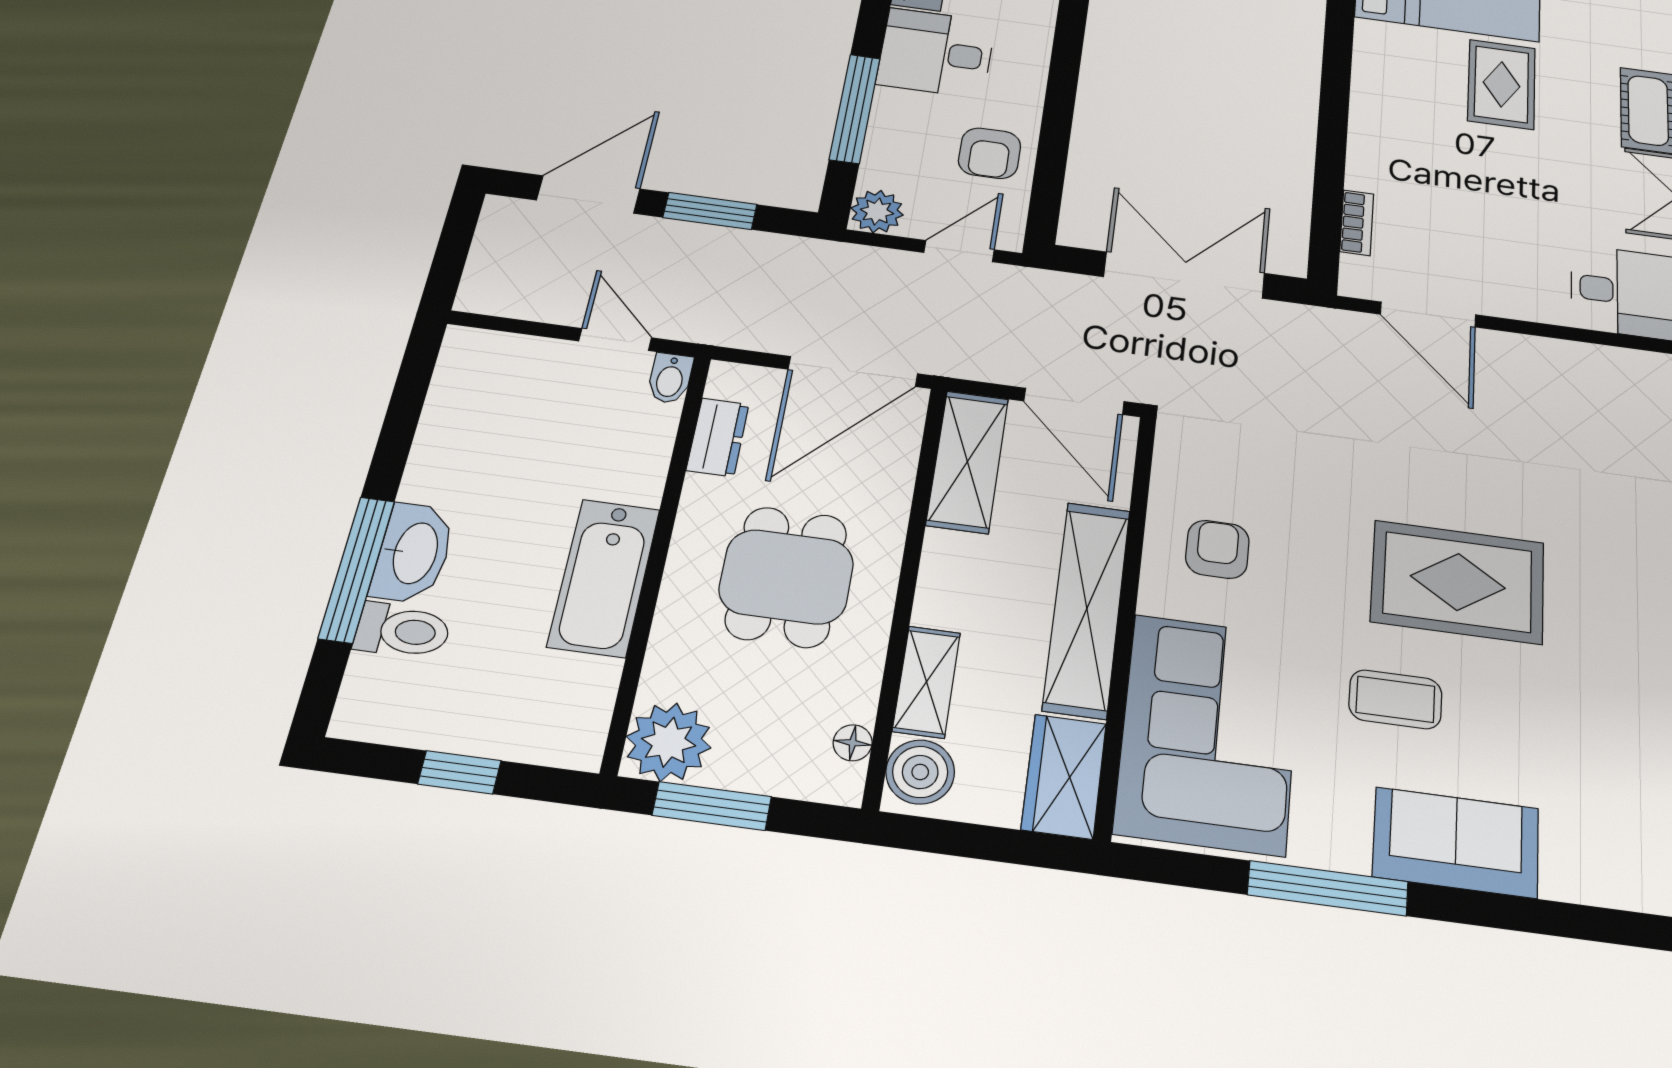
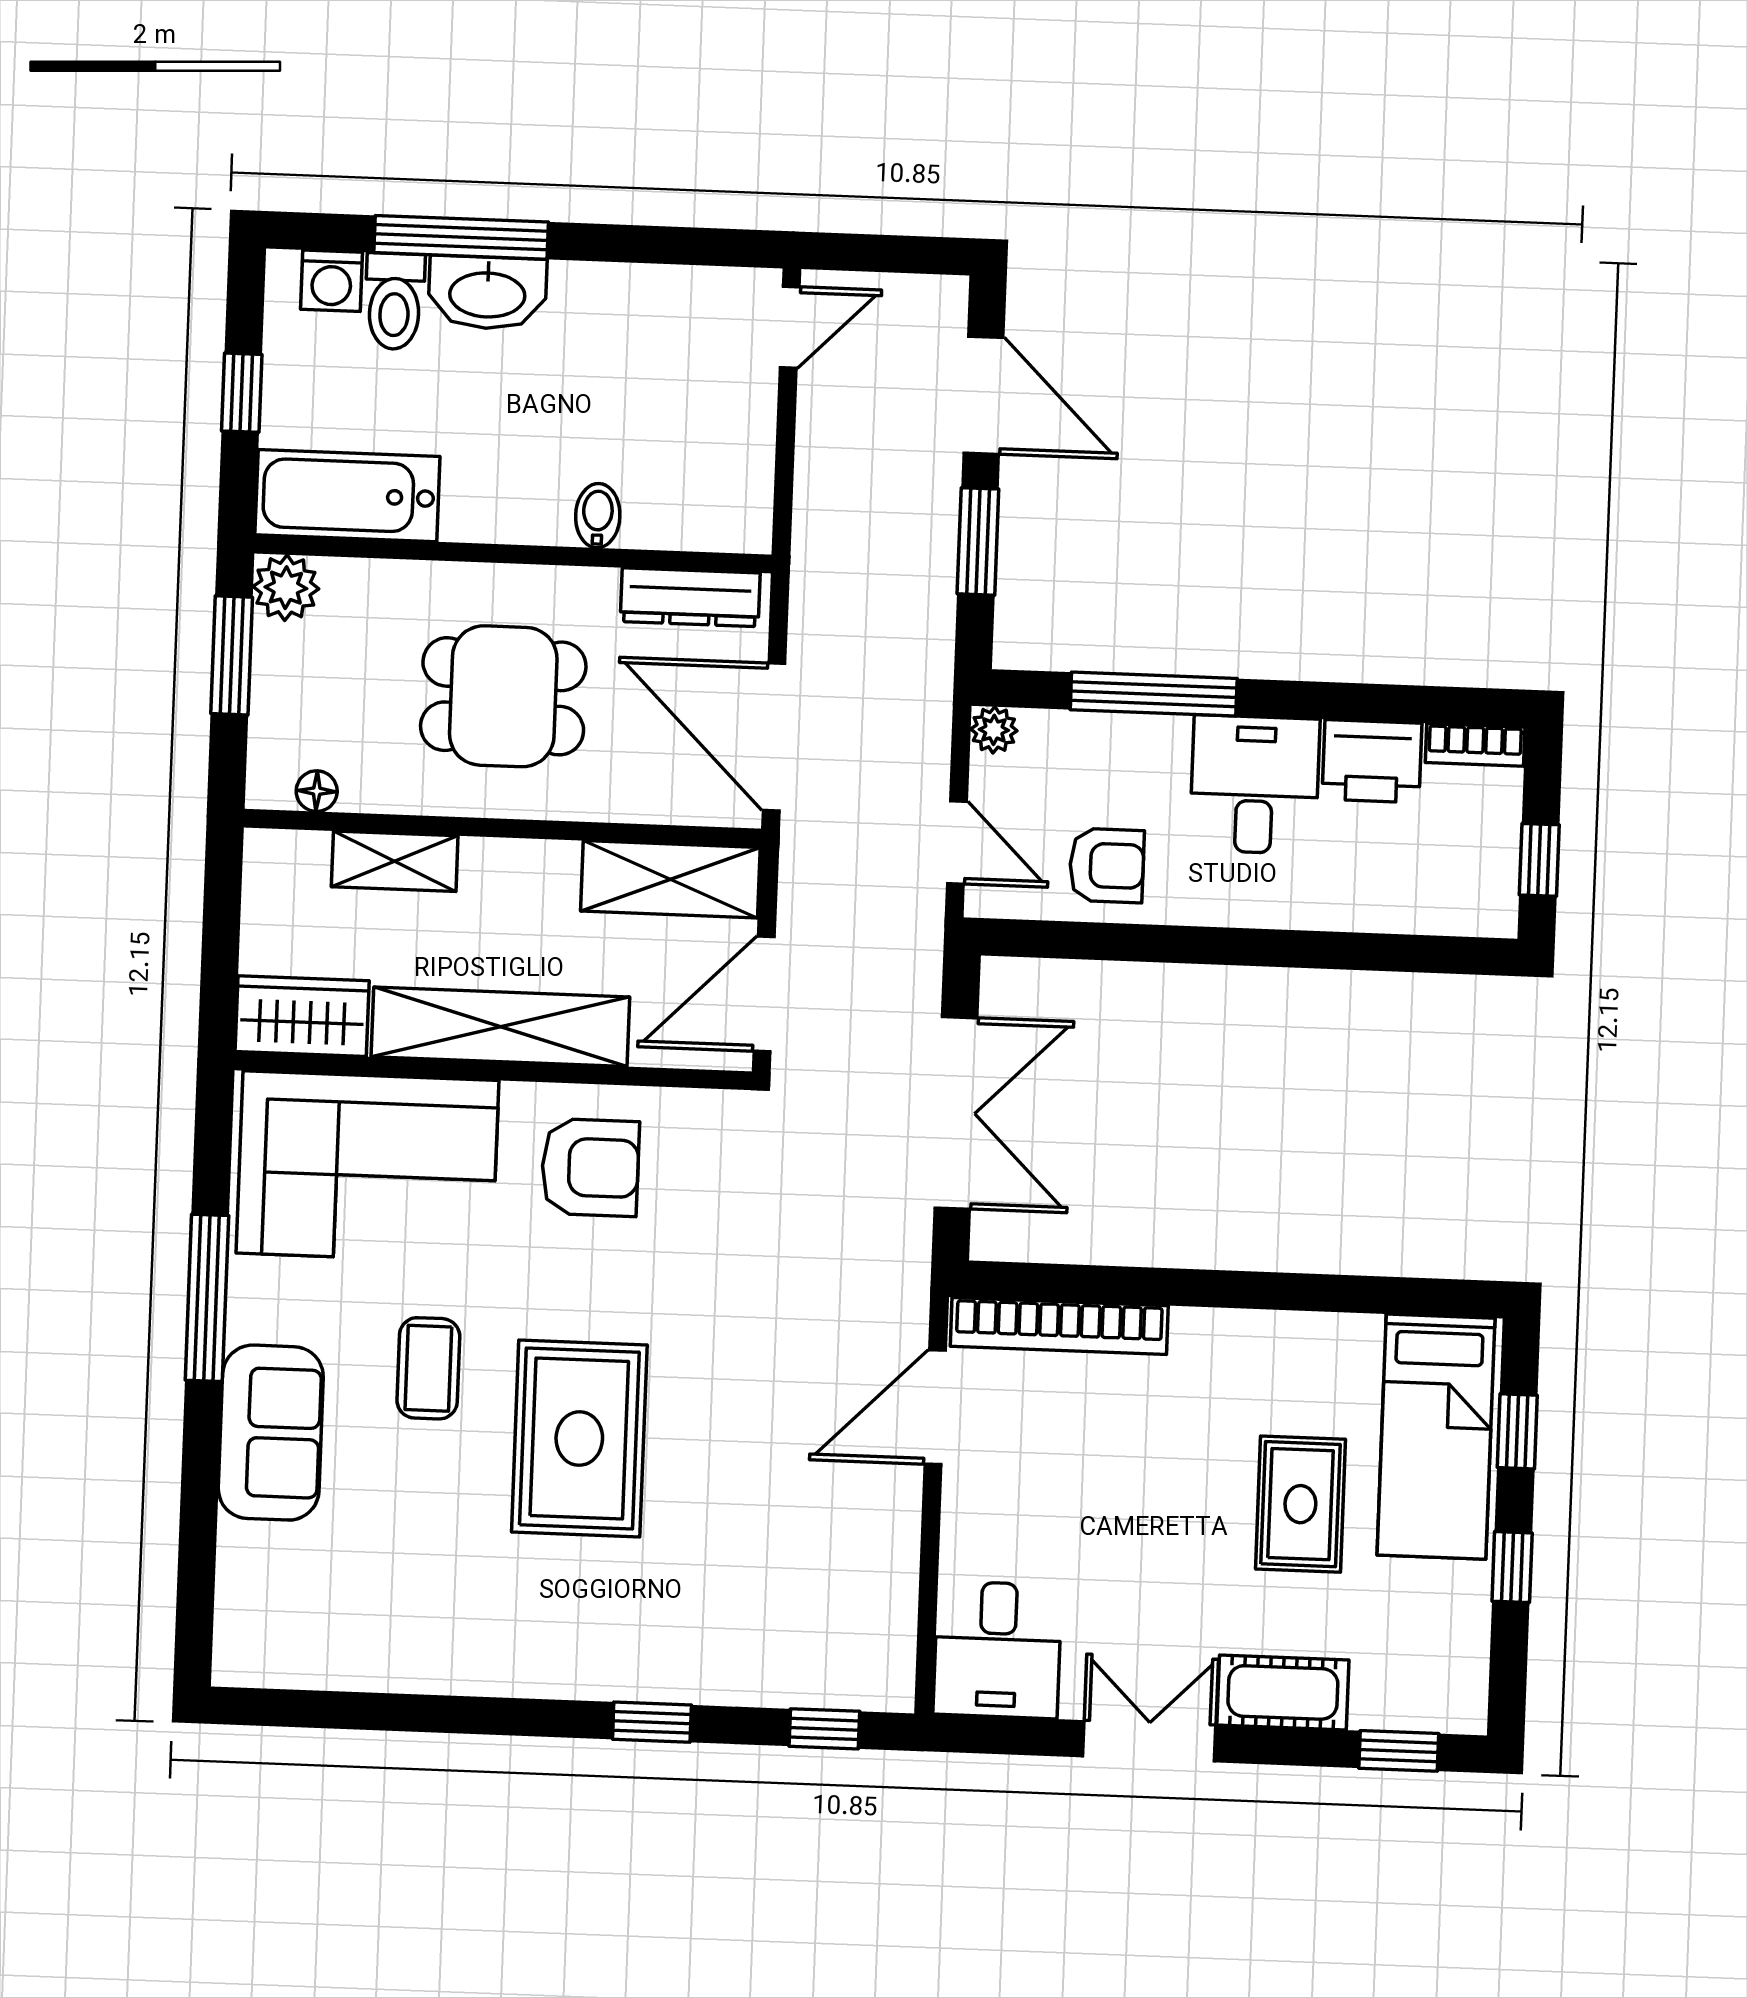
rug: (1501, 84) -> (1300, 1504), turned 90
armchair: (990, 153) -> (1107, 866), turned 180
plant: (877, 211) -> (994, 730), width x0.73, depth x0.73
bookcase: (1357, 223) -> (1059, 1326), width x2.31, depth x1.31
door: (615, 339) -> (790, 327), moved
bidet: (670, 378) -> (598, 516), moved, turned 90
dresser: (718, 437) -> (690, 597), width x1.44
armchair: (1217, 549) -> (590, 1167), width x1.38, depth x1.38
bathtub: (604, 577) -> (347, 496), moved
washing machine: (370, 683) -> (331, 281), added
plant: (669, 742) -> (286, 588), width x0.73, depth x0.73
boiler: (920, 772) -> (291, 865), removed

